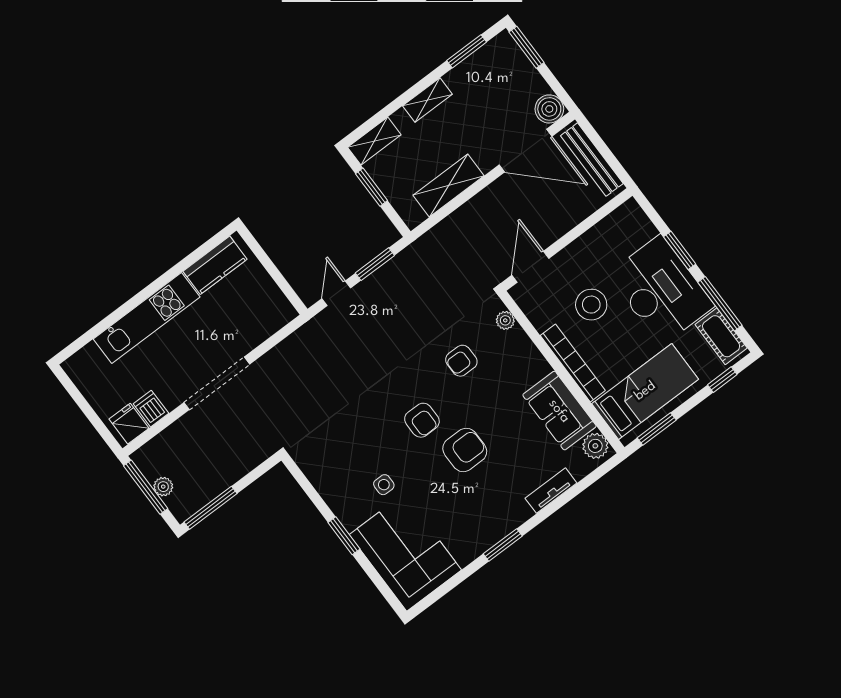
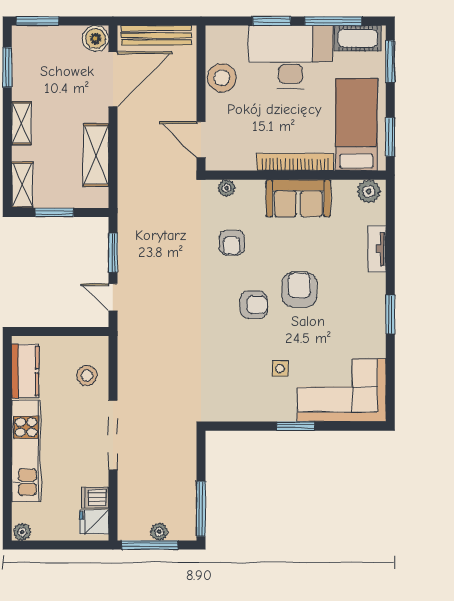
stool: (591, 305) -> (222, 78), moved
stool: (251, 322) -> (87, 376), added
plant: (74, 368) -> (22, 532), added
window: (722, 380) -> (390, 61), width x1.50
sofa: (559, 411) -> (298, 198), moved

